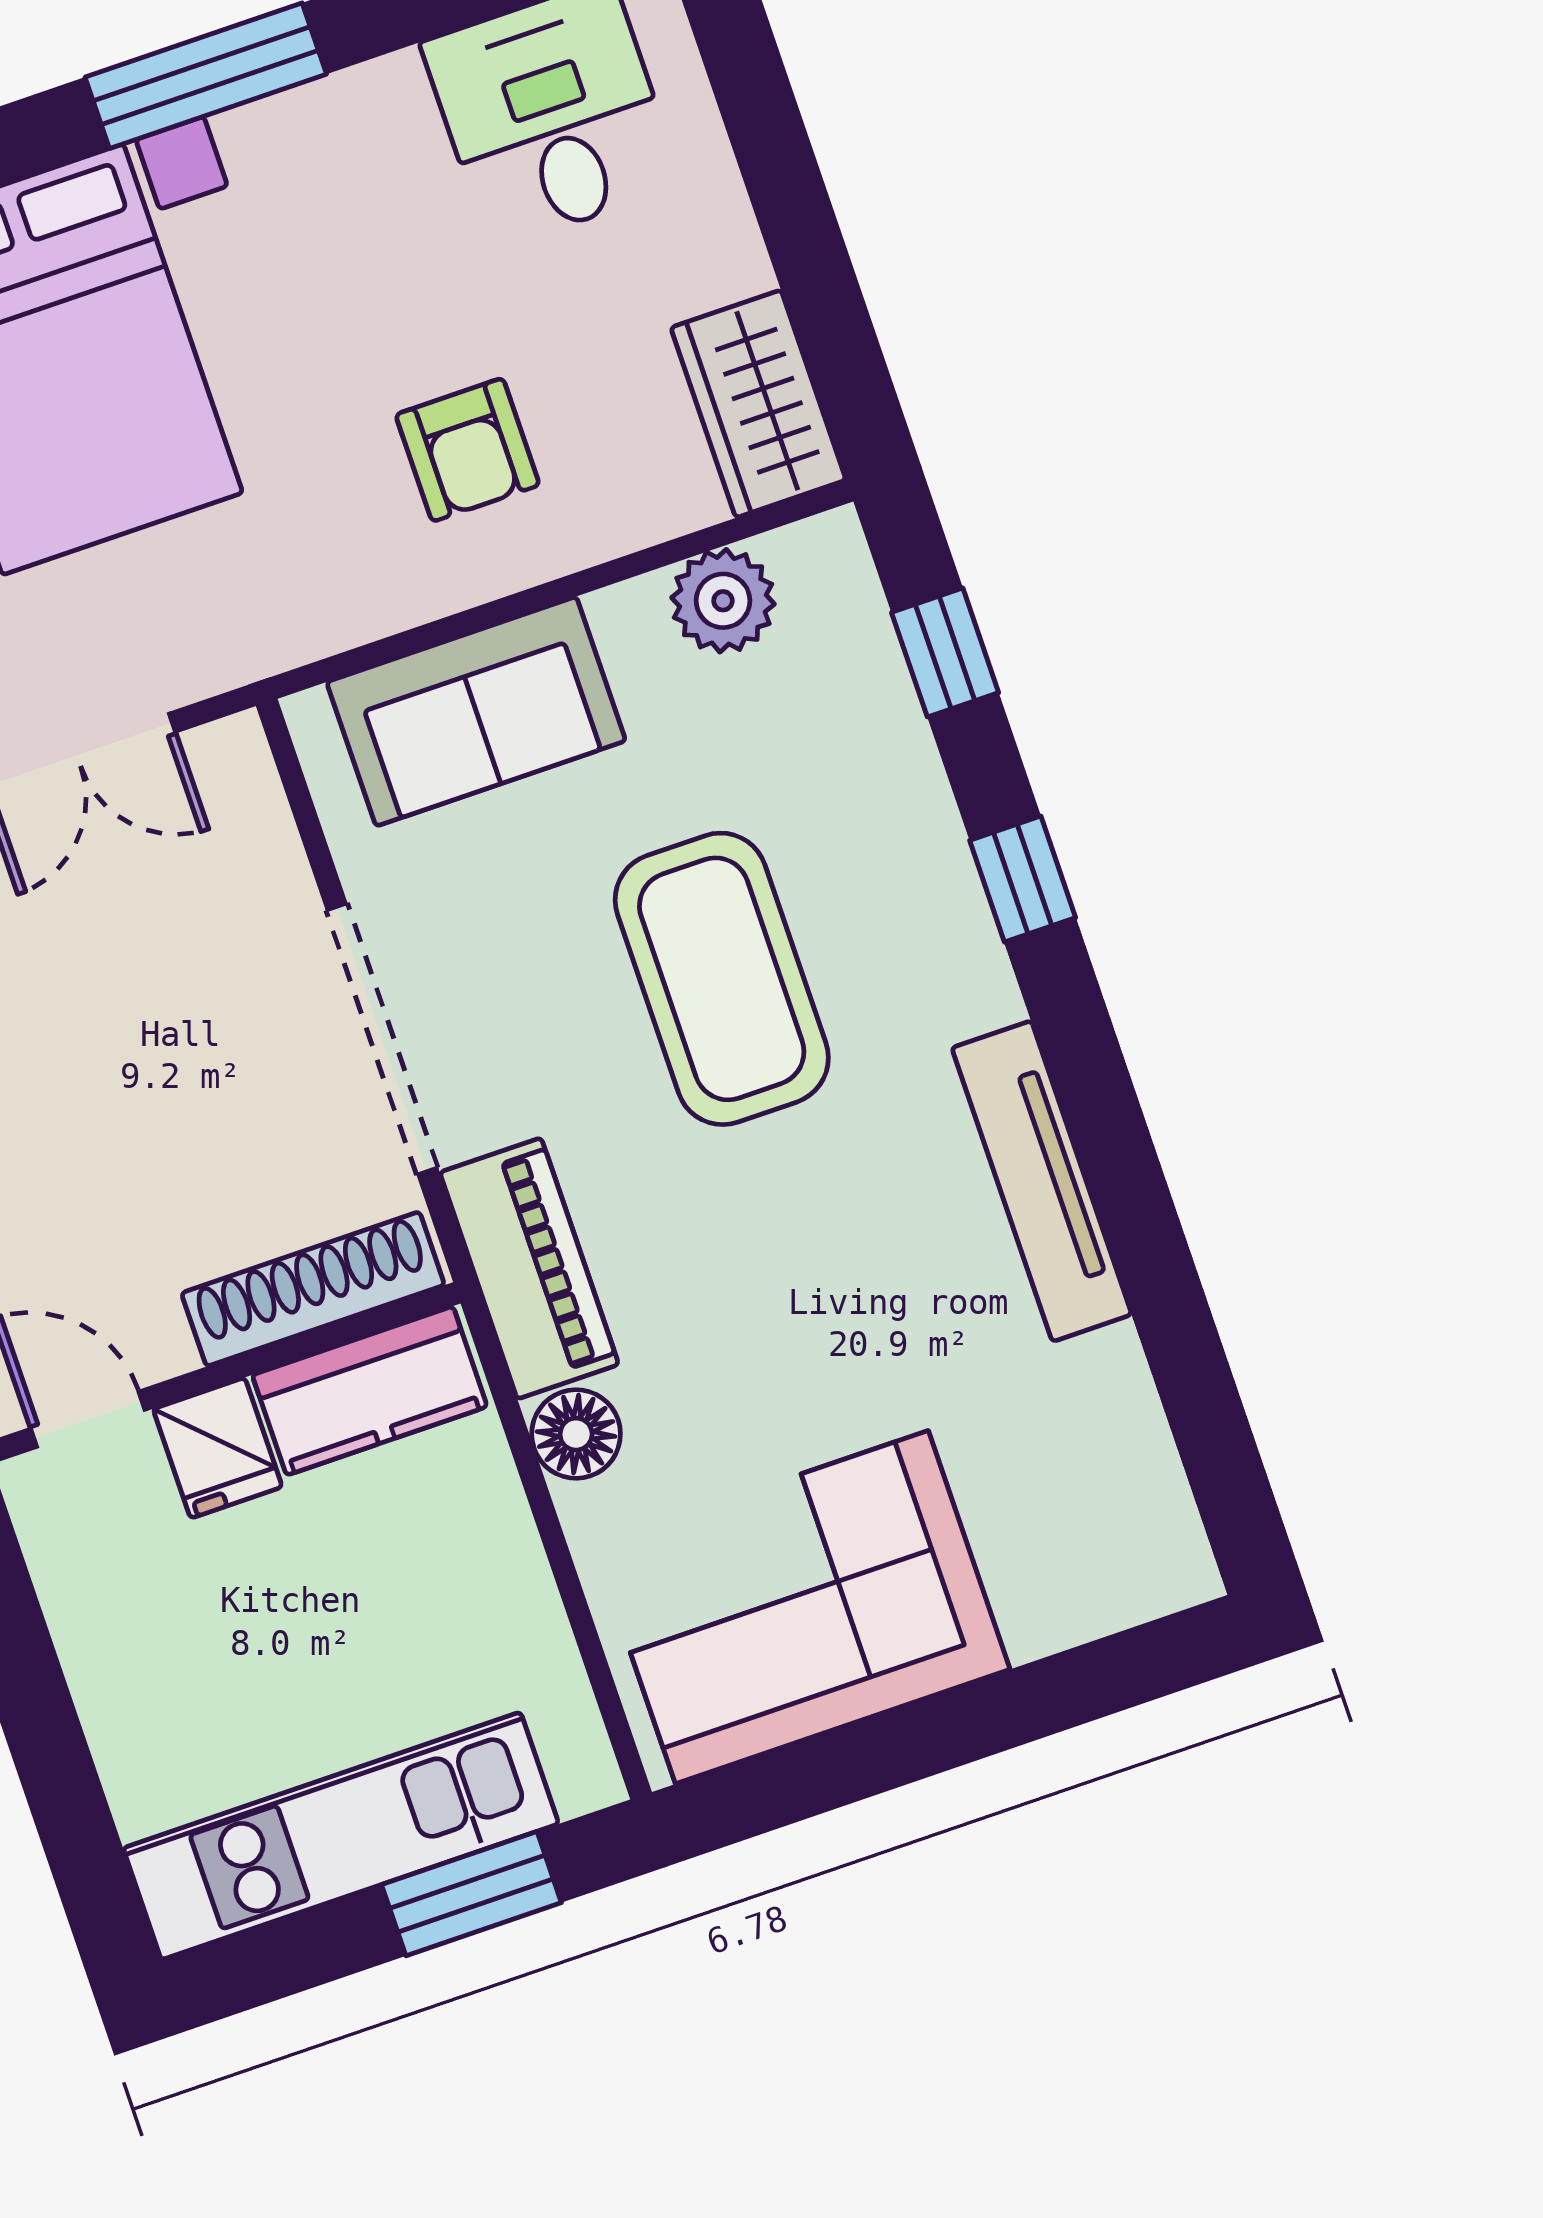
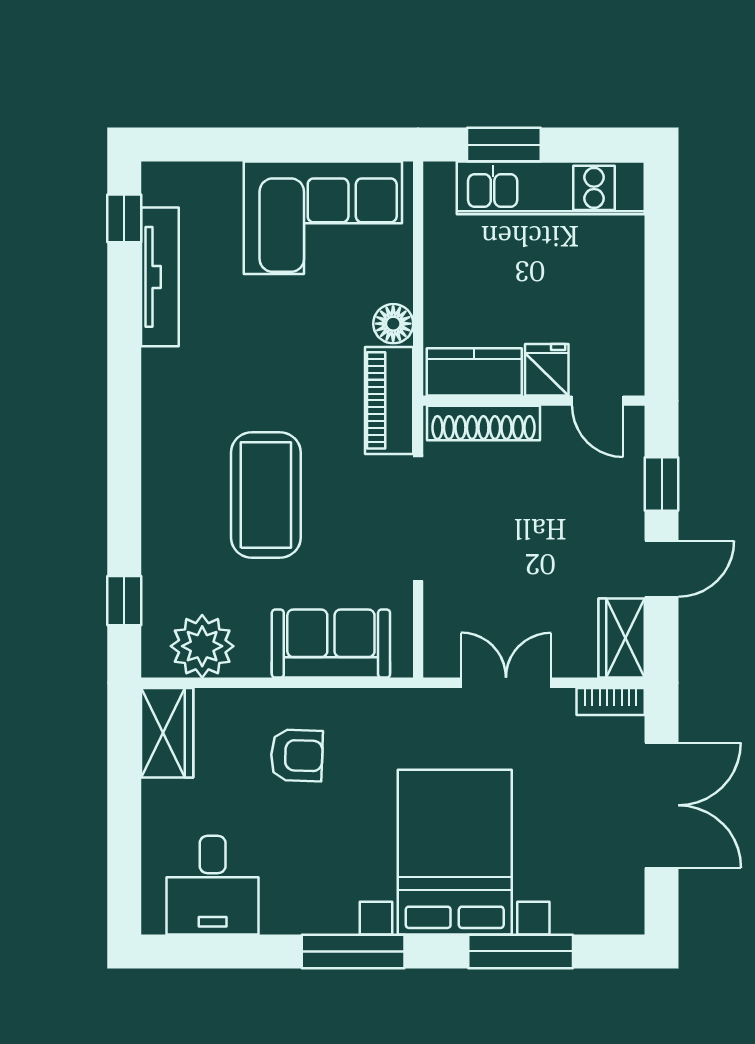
armchair: (468, 450) -> (297, 755), turned 92
plant: (723, 601) -> (202, 646), width x1.36, depth x1.36
window: (1023, 879) -> (124, 218), moved
tv unit: (1042, 1181) -> (160, 277), moved

